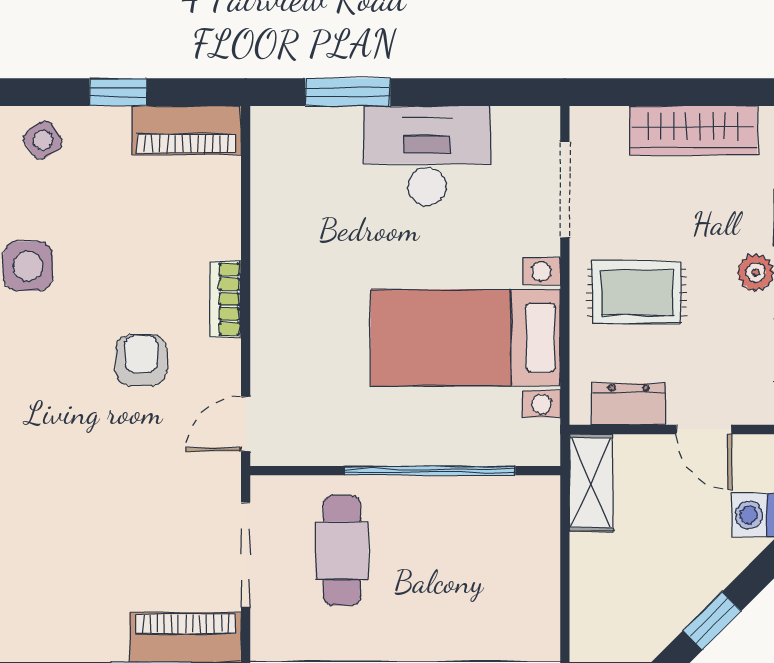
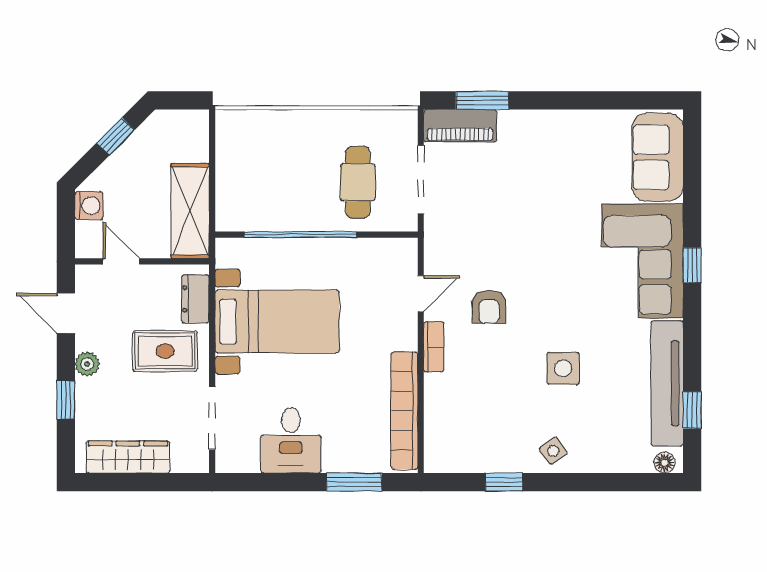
piano: (186, 130) -> (459, 457), removed
desk: (427, 156) -> (291, 440), width x0.73
bookcase: (271, 201) -> (404, 411), added
dresser: (629, 404) -> (195, 299), moved, turned 90
door: (246, 424) -> (421, 294), moved
shelving: (591, 483) -> (190, 211), width x1.50, depth x1.33

